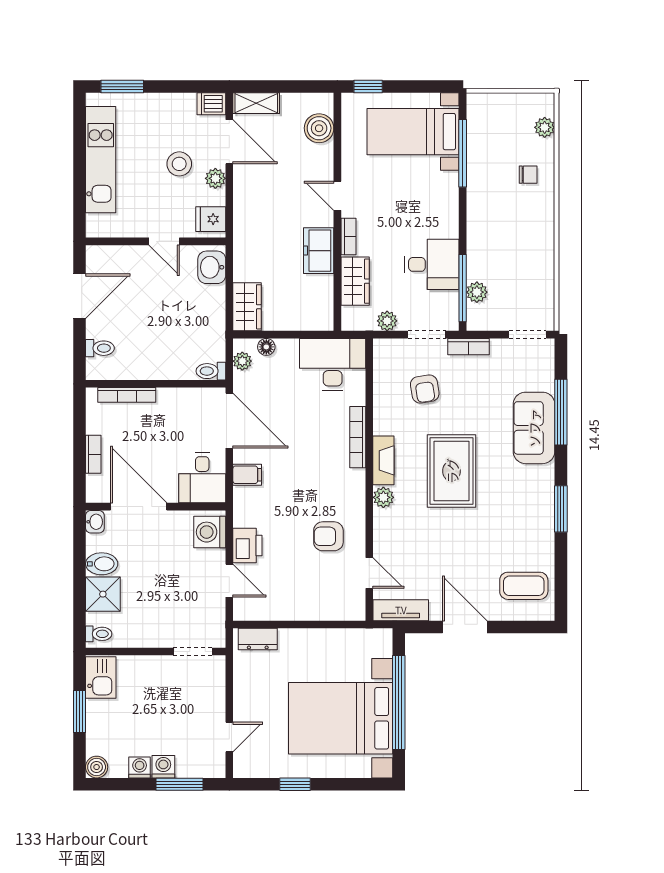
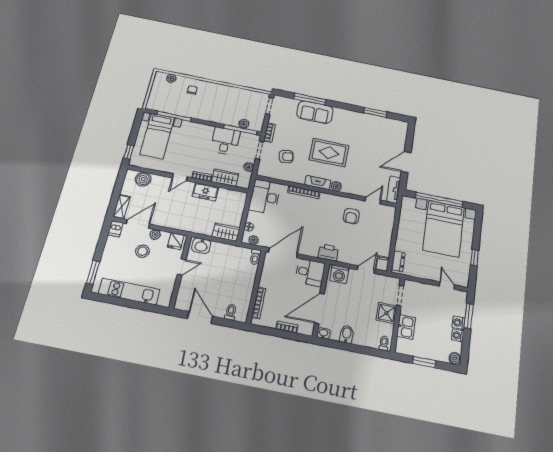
filing cabinet: (247, 475) -> (383, 263), moved
window: (561, 509) -> (375, 112), moved
printer: (247, 546) -> (328, 253), moved
coffee table: (524, 586) -> (390, 132), removed
shower: (103, 594) -> (386, 313), moved
kitchen sink: (101, 677) -> (406, 327), moved, turned 90

